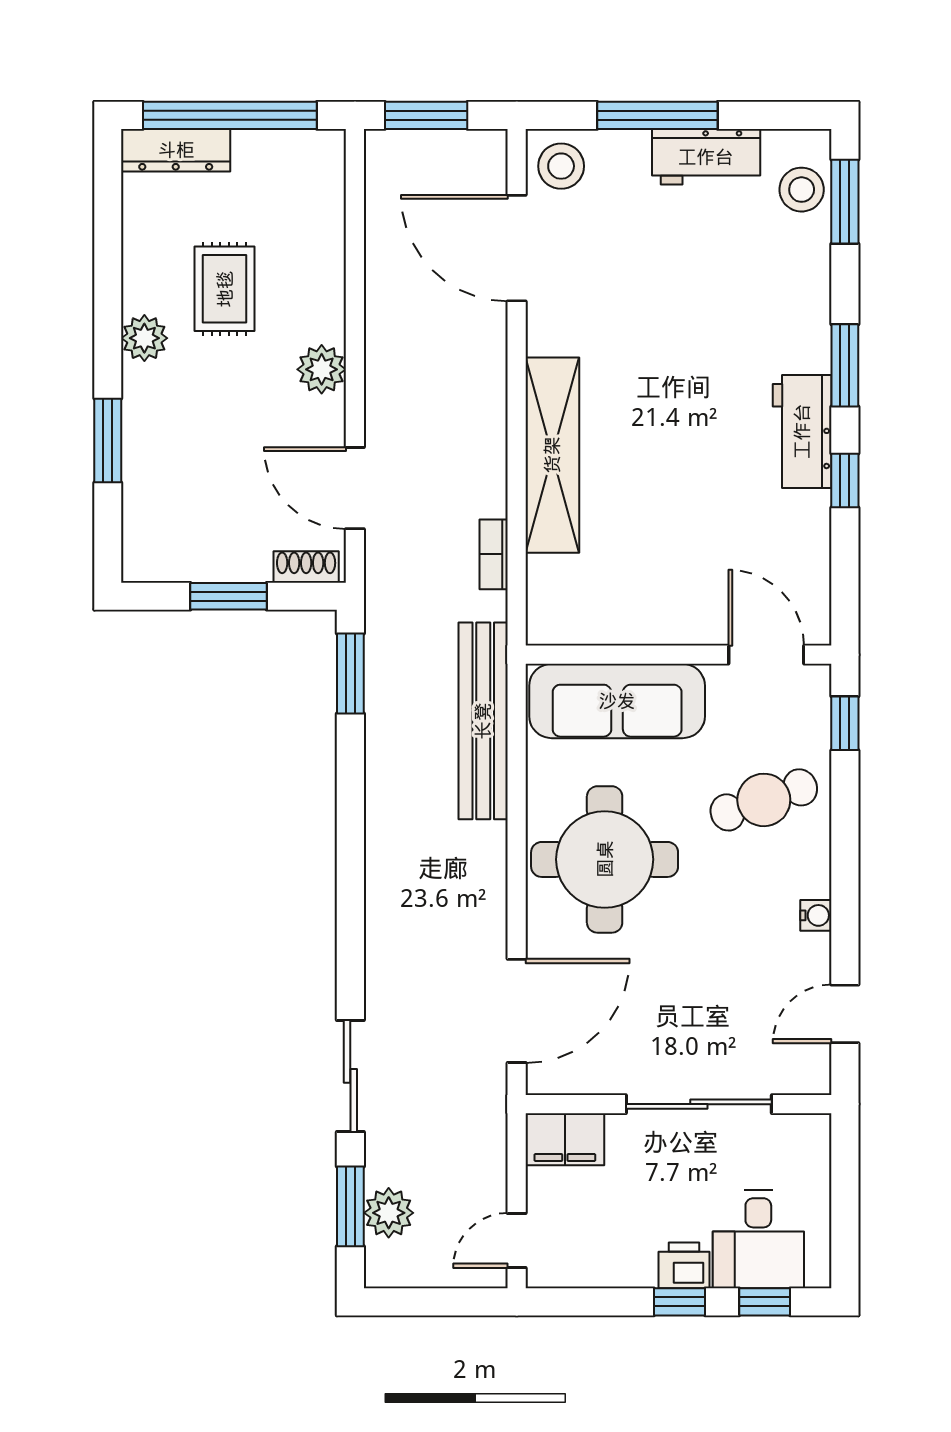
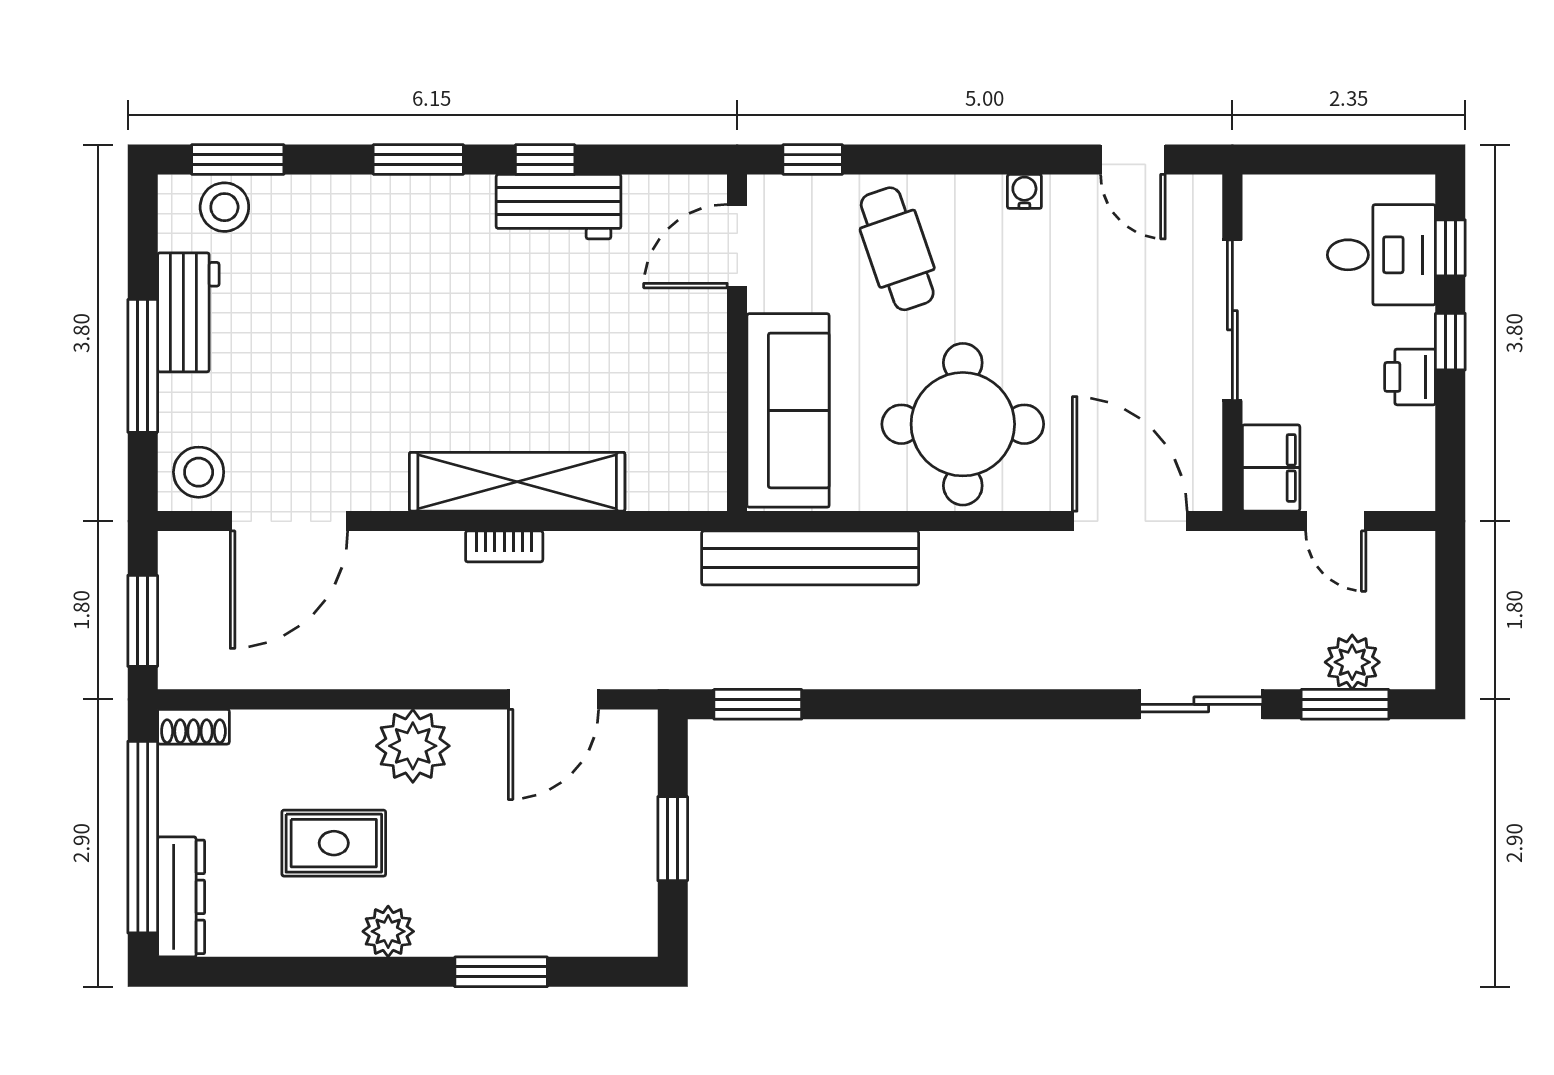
plant: (322, 369) -> (413, 746), width x1.36, depth x1.36
workbench: (802, 431) -> (559, 207), moved
bookcase: (494, 554) -> (504, 546), moved
shoe rack: (306, 567) -> (193, 727), moved, turned -90
door: (517, 1240) -> (1336, 521), moved
printer: (684, 1265) -> (1410, 377), moved

